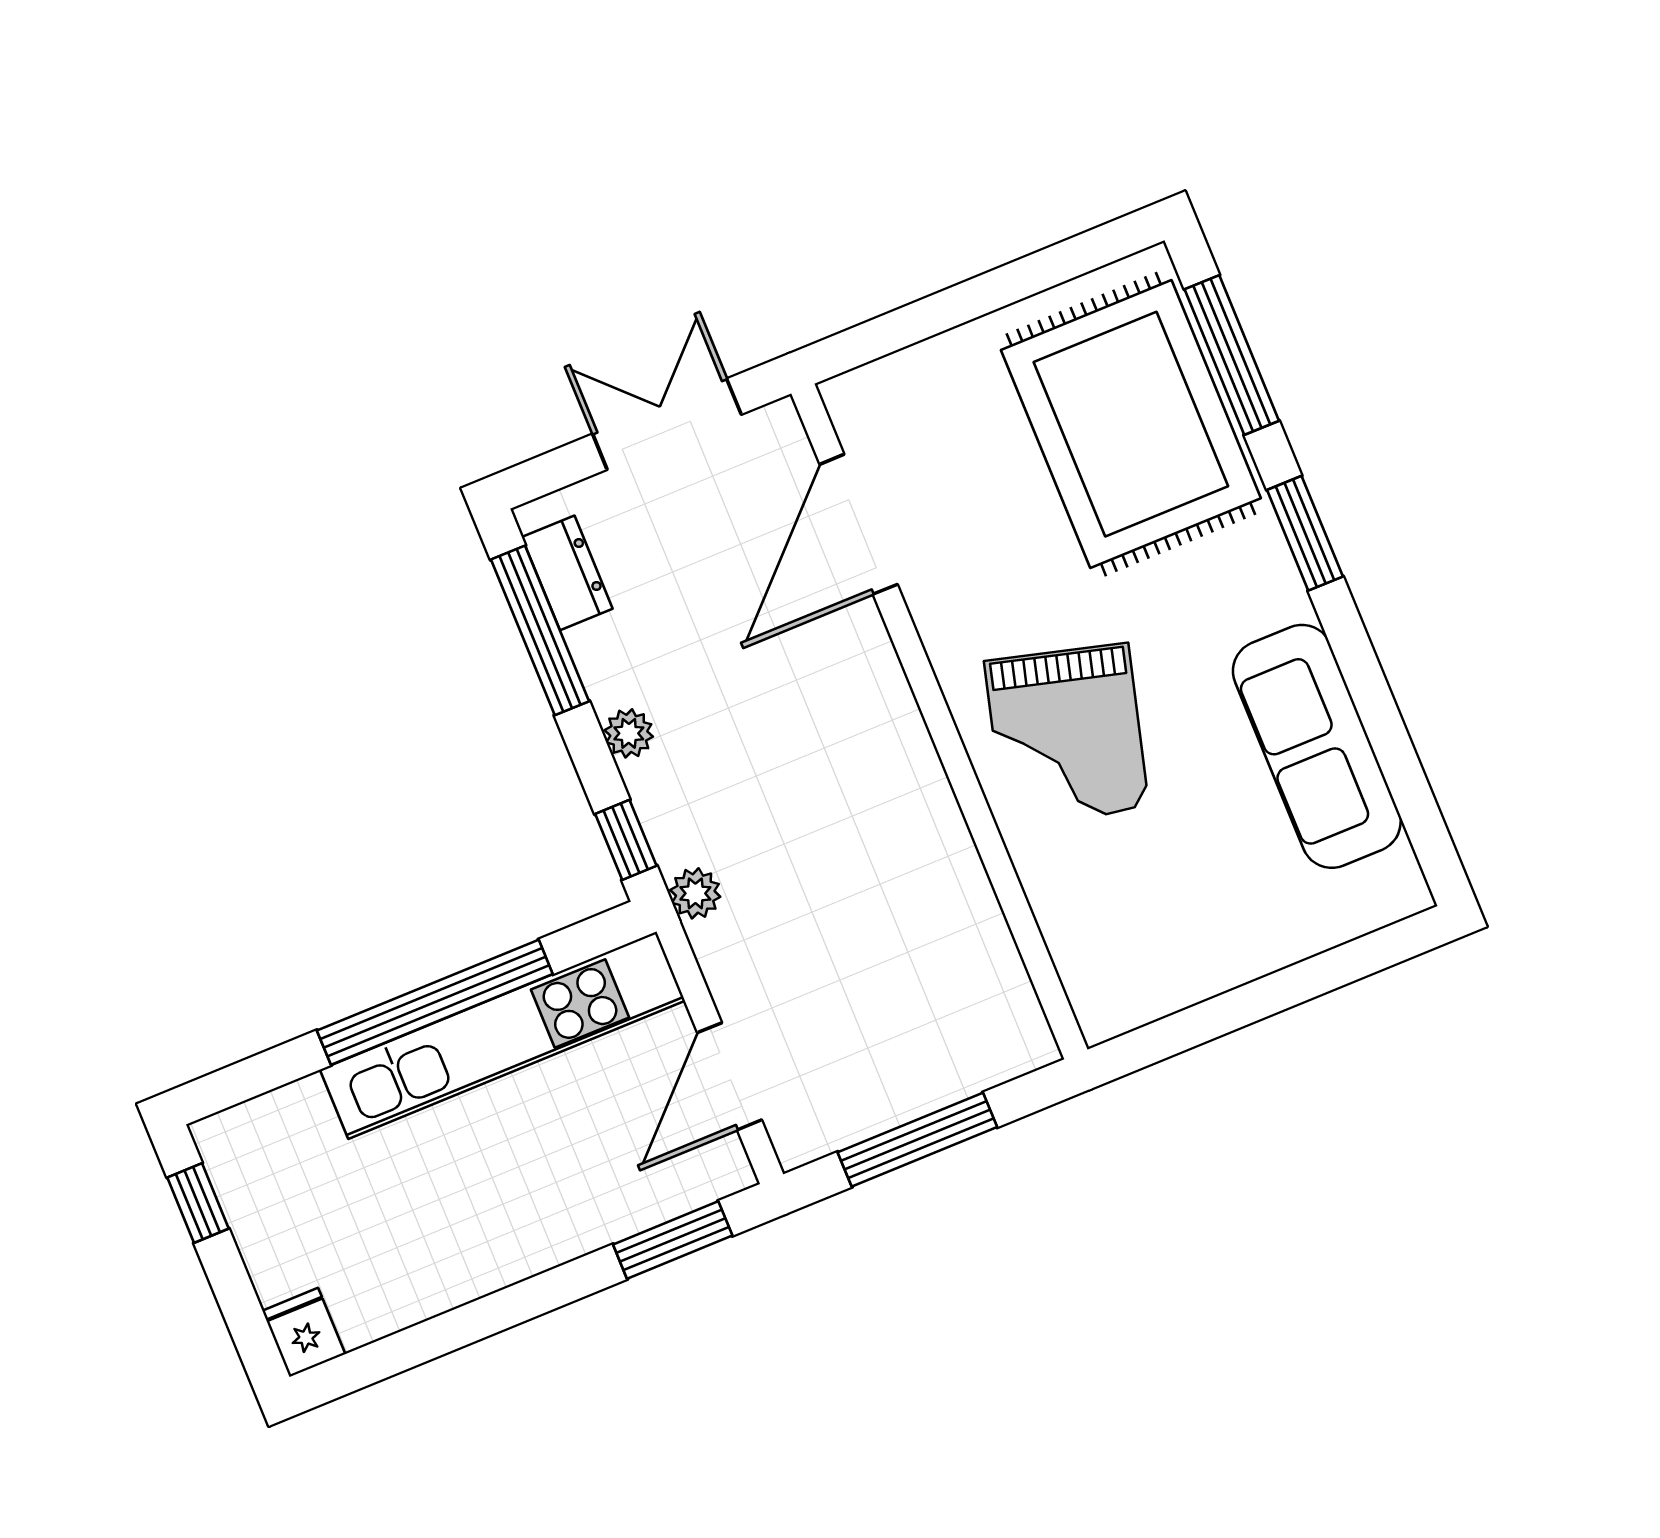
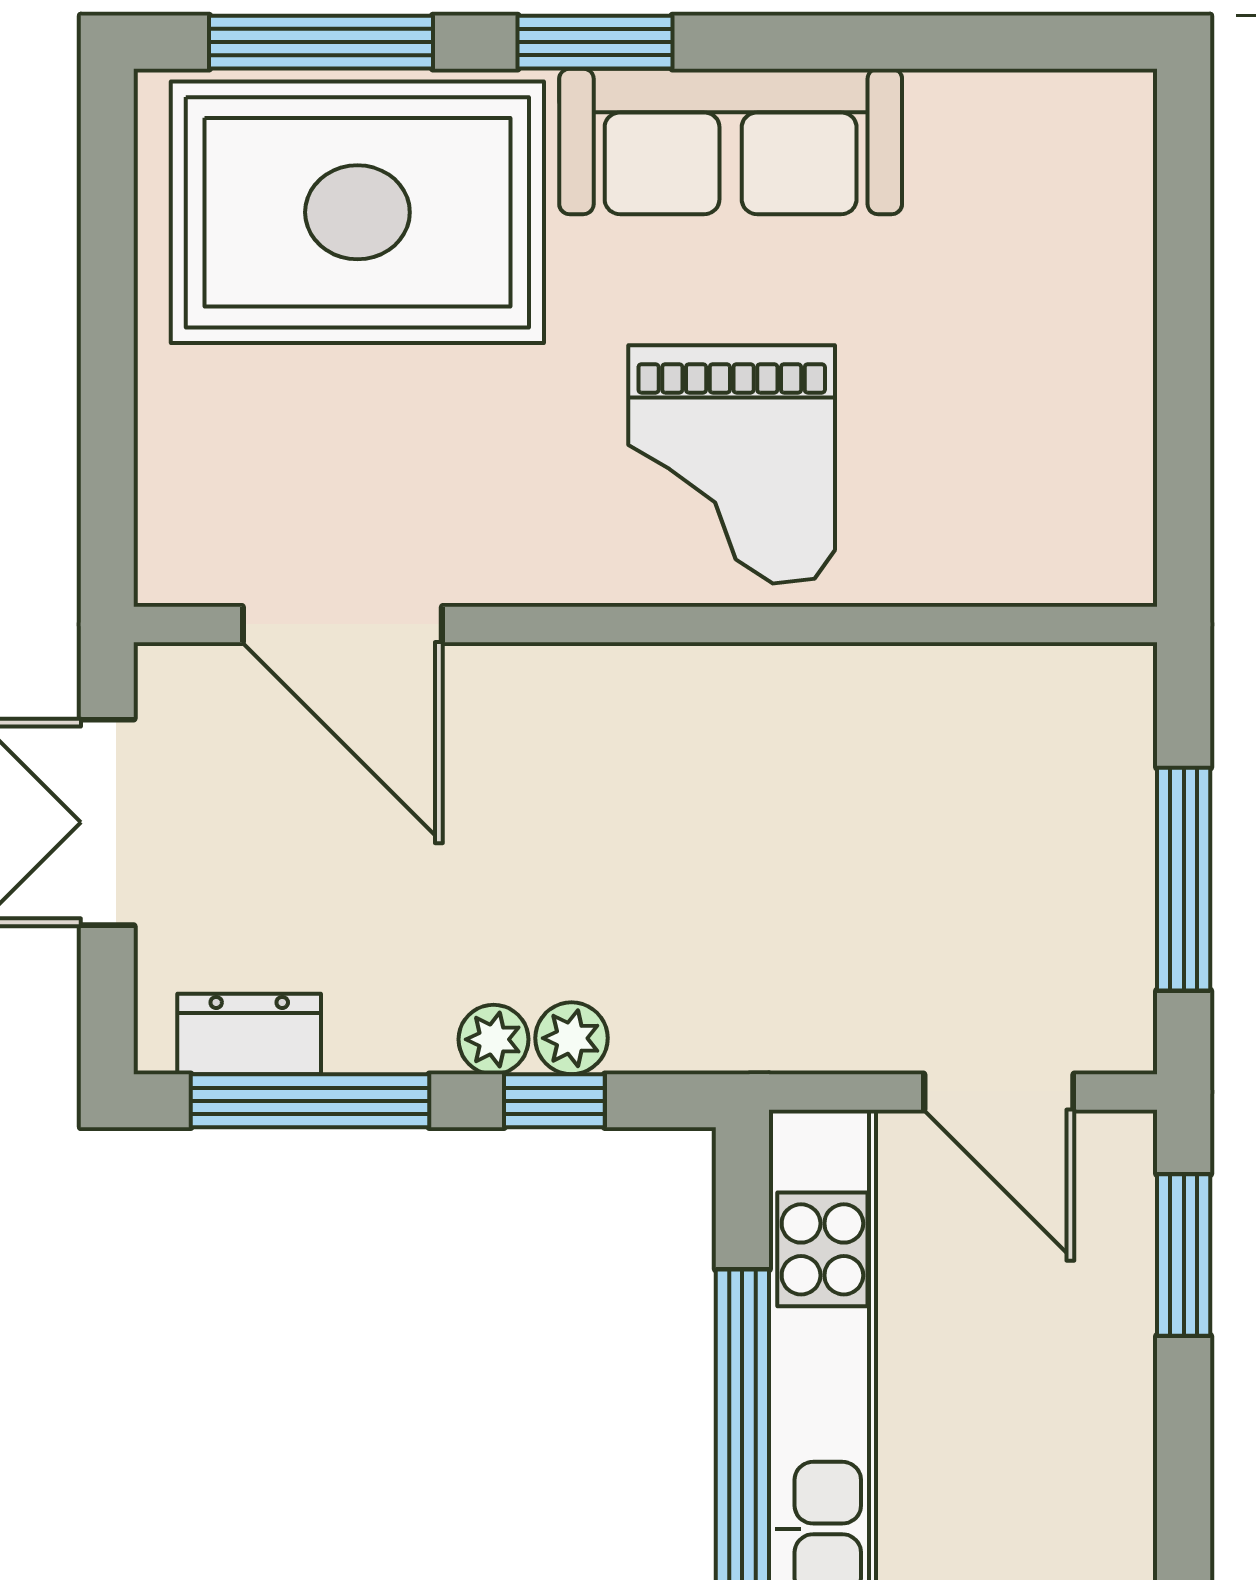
grand piano: (1067, 735) -> (732, 464), turned 75
sofa: (1317, 746) -> (731, 141), moved
window: (626, 840) -> (554, 1101), moved
plant: (695, 893) -> (571, 1038), moved

